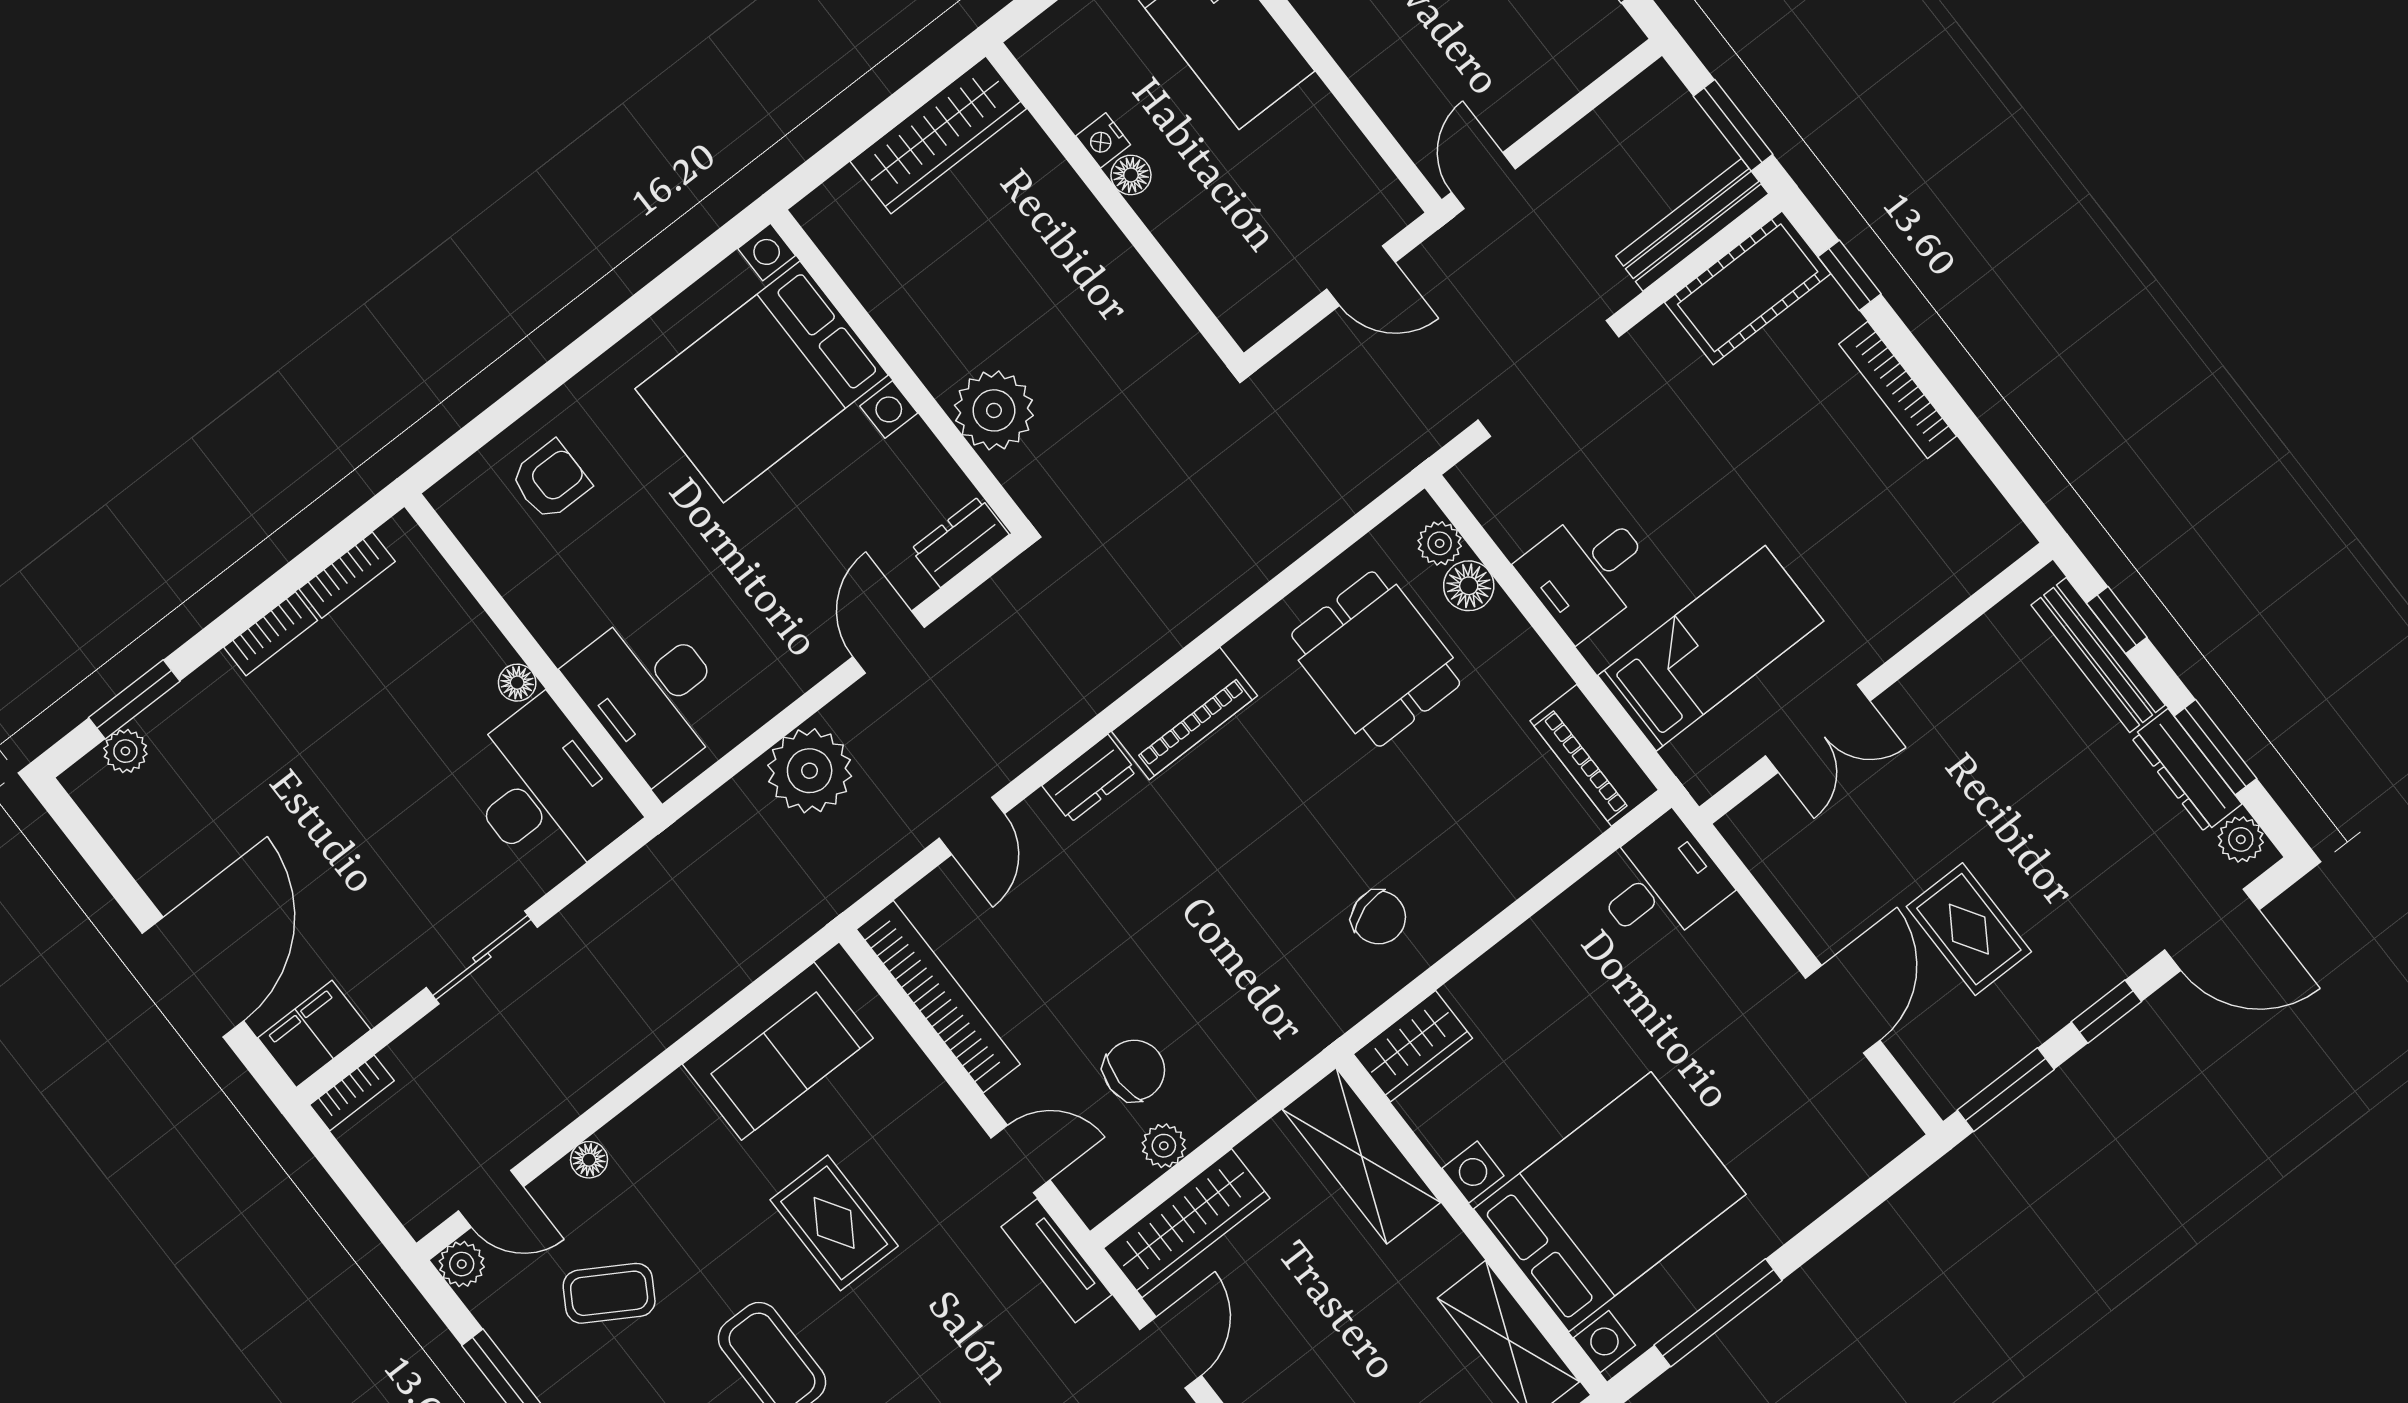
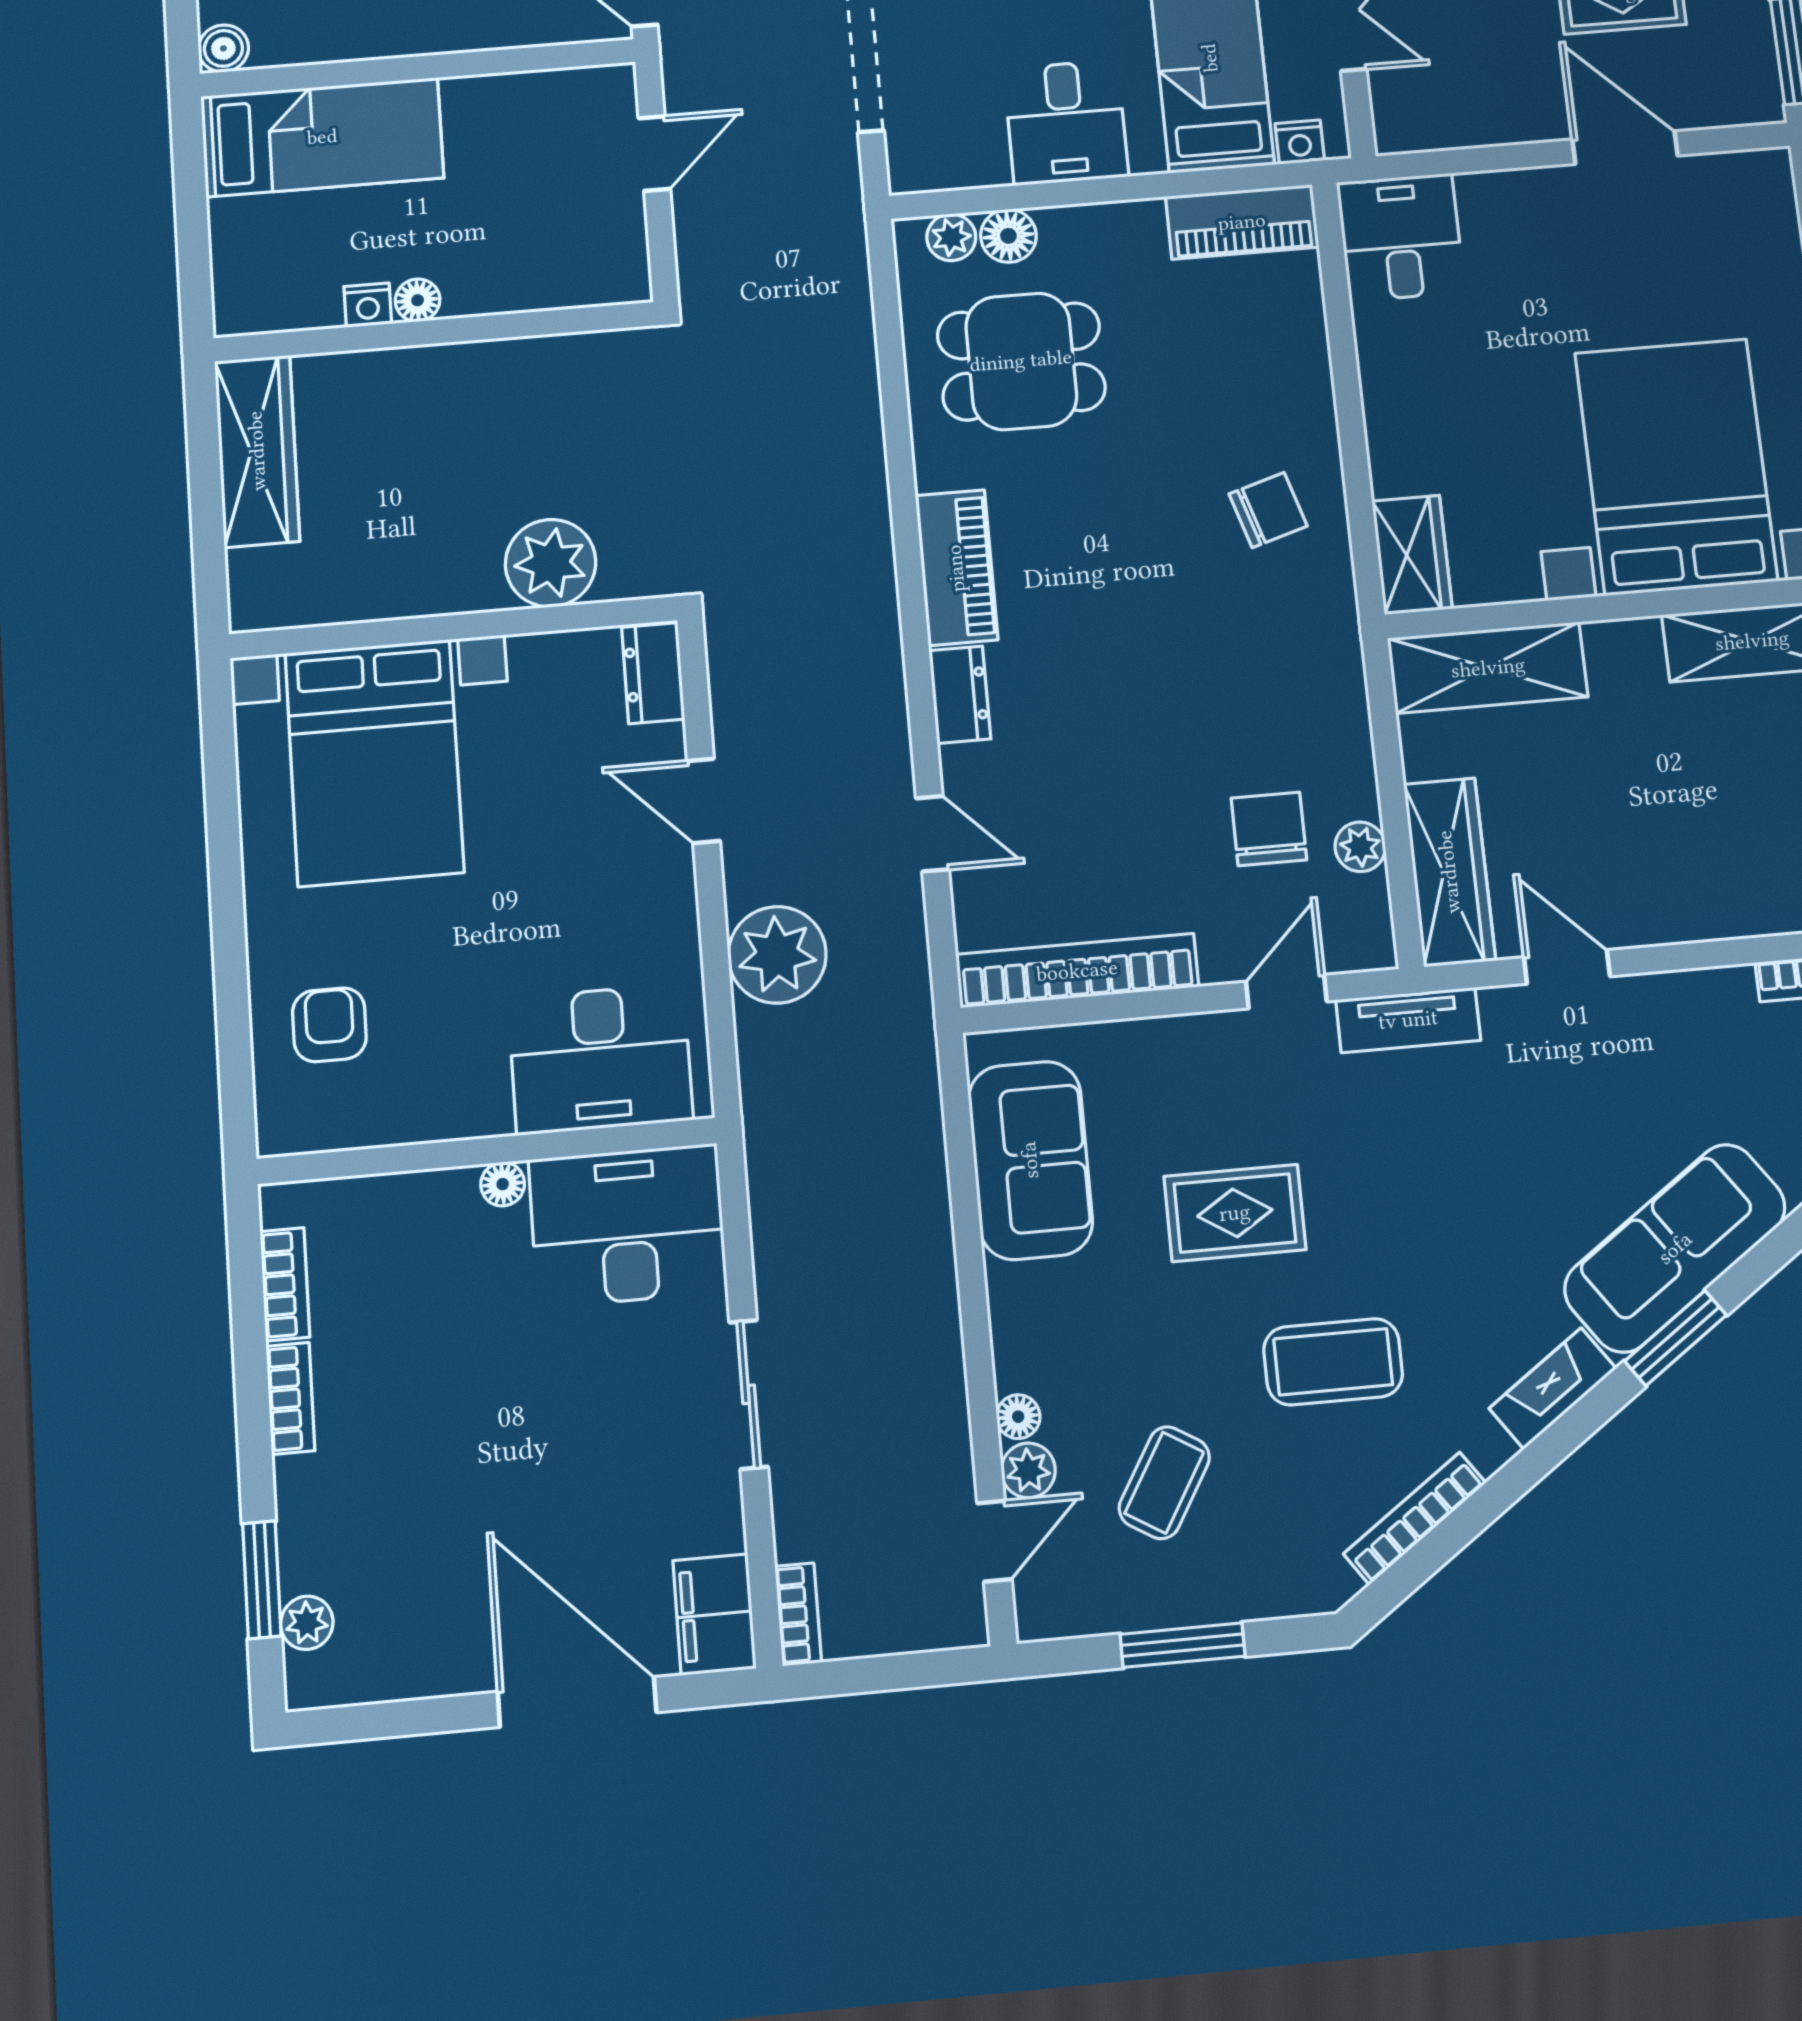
nightstand: (1687, 759) -> (1300, 142), added
plant: (462, 1264) -> (1028, 1470), moved

